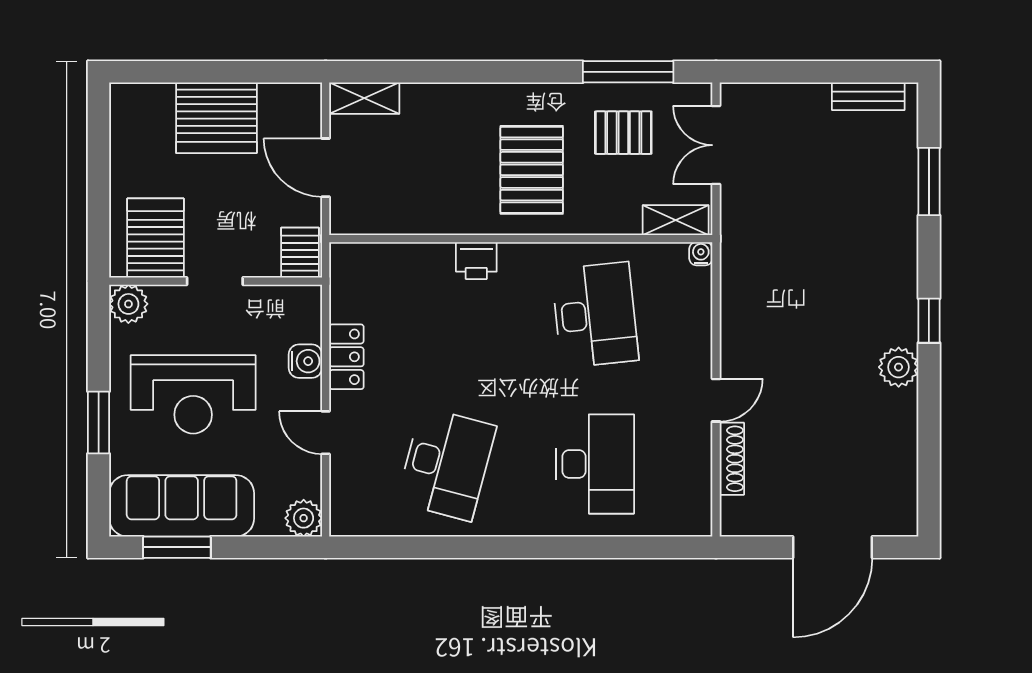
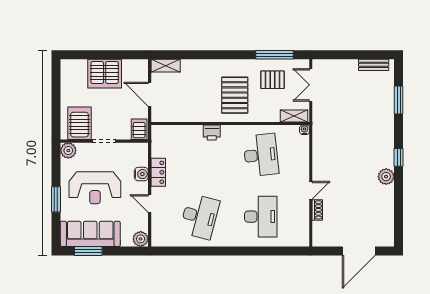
shoe rack: (732, 459) -> (317, 210), width x0.70

